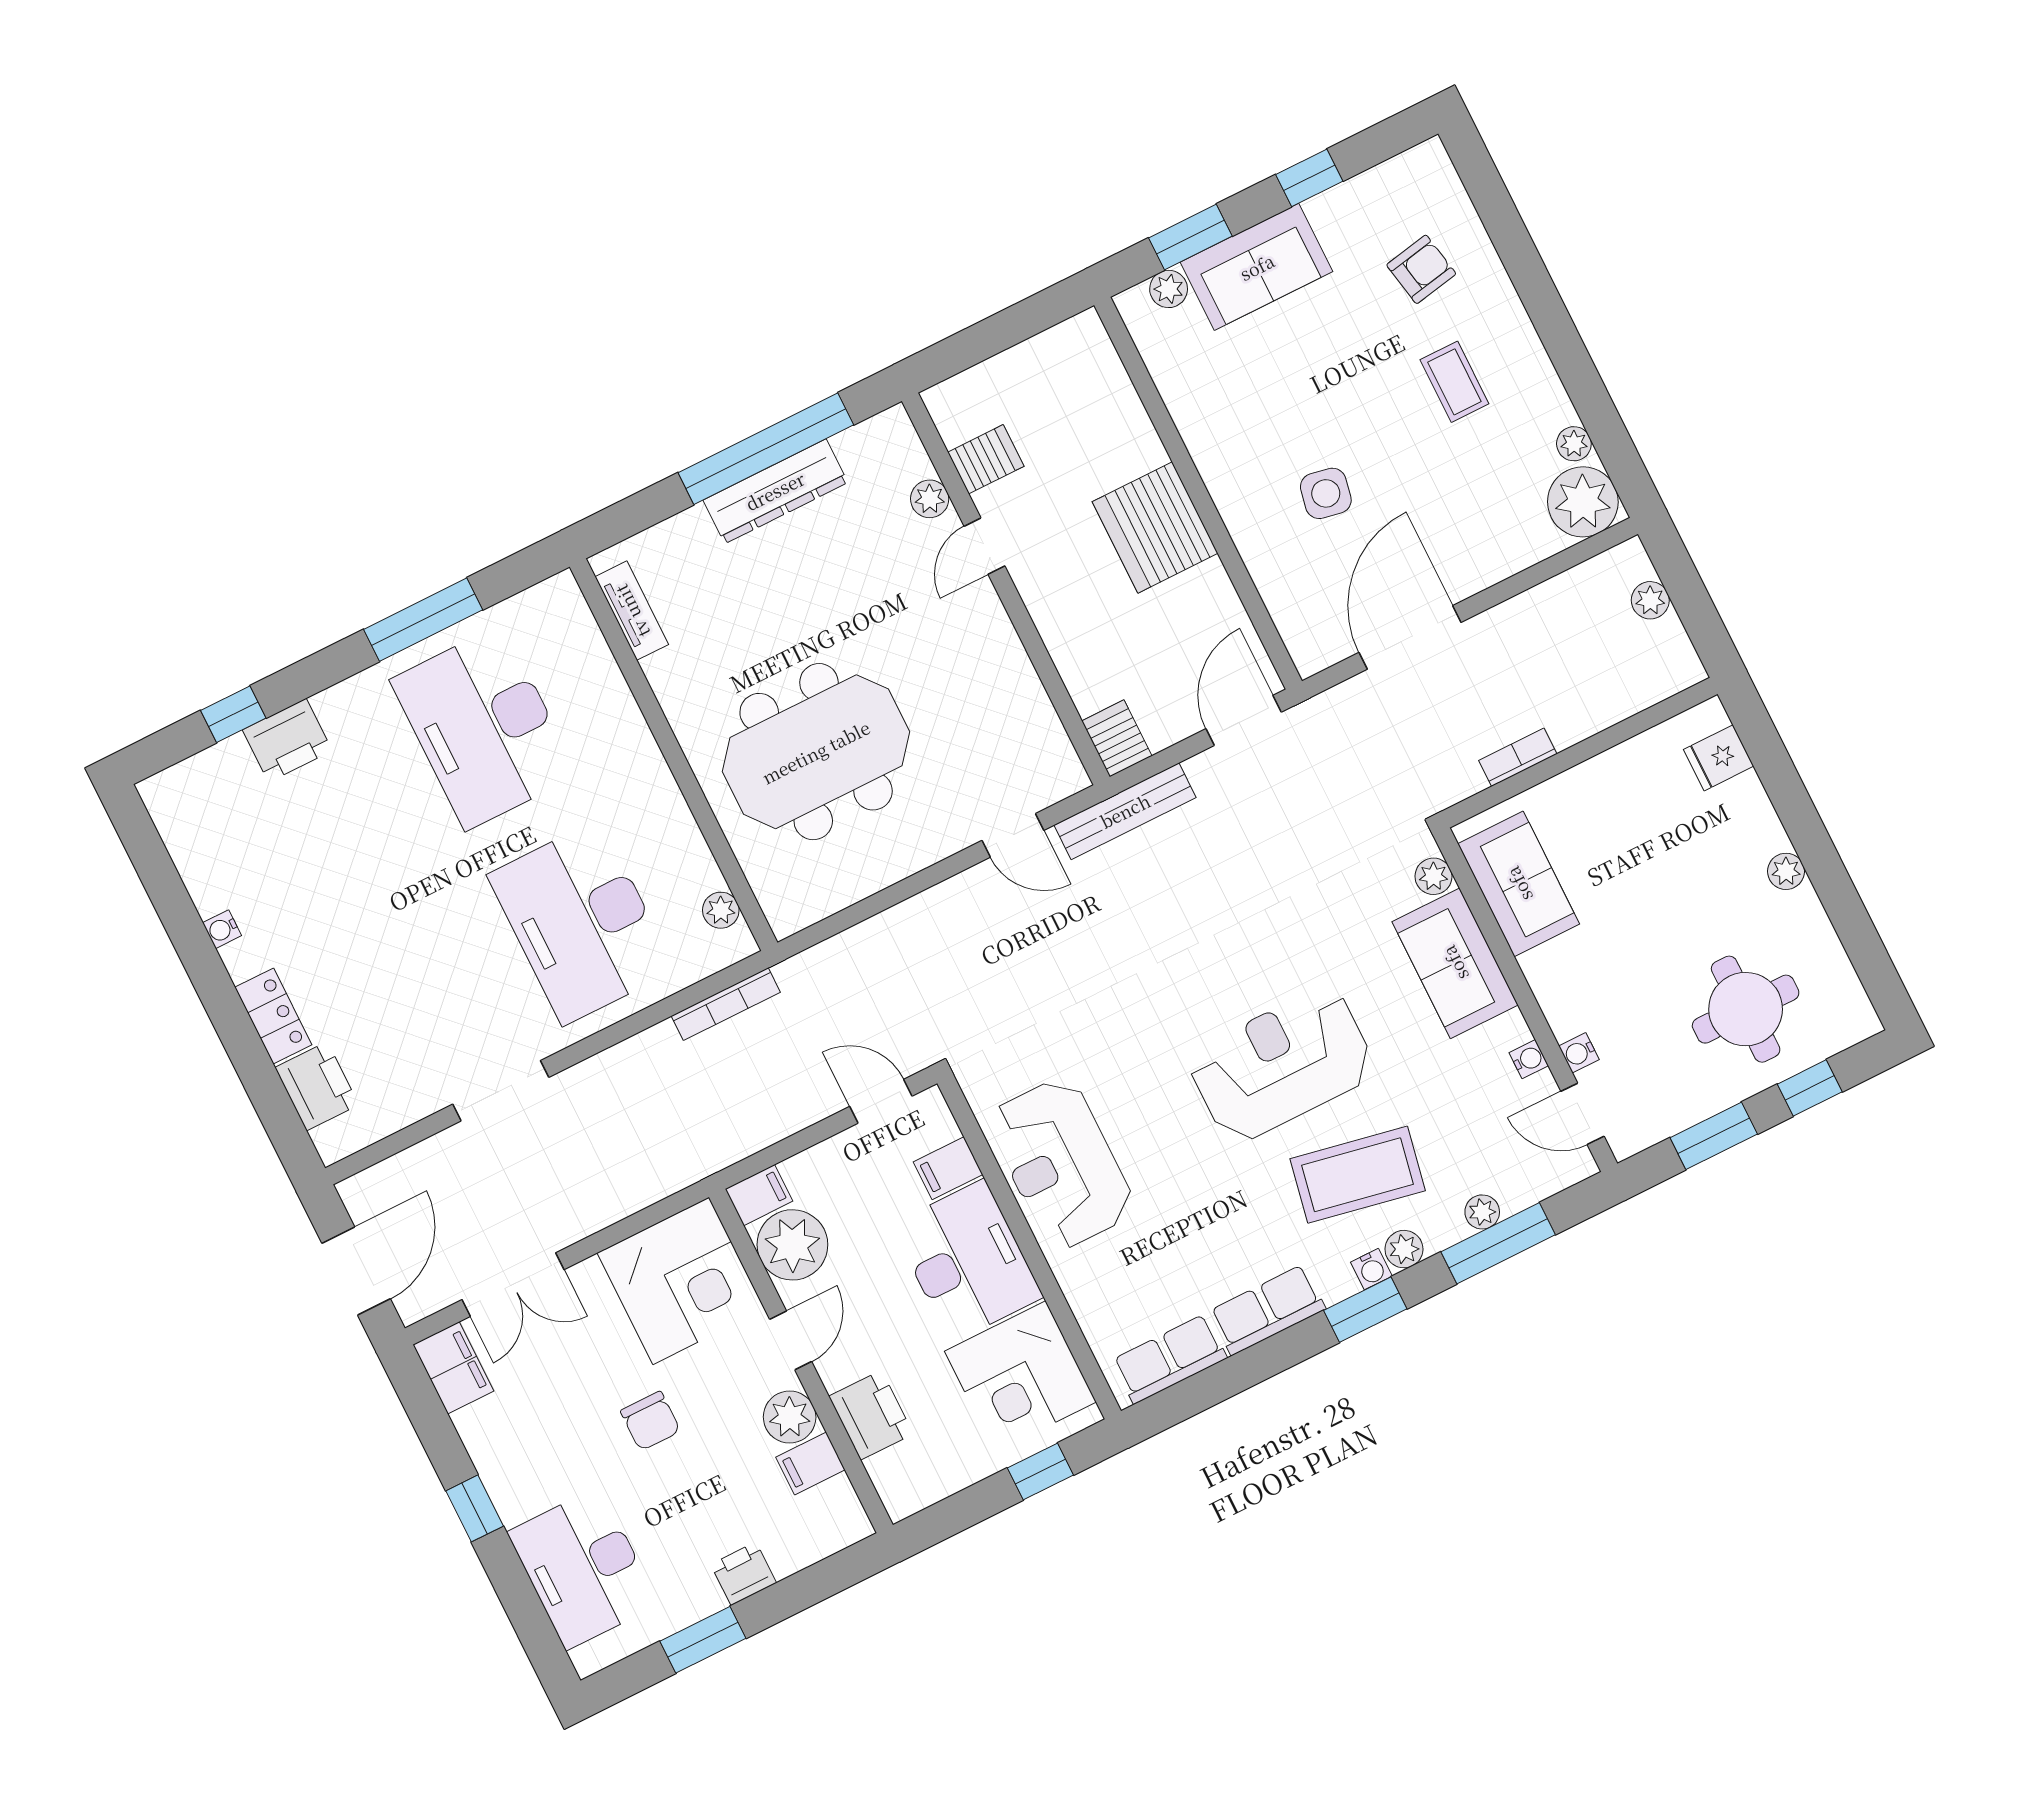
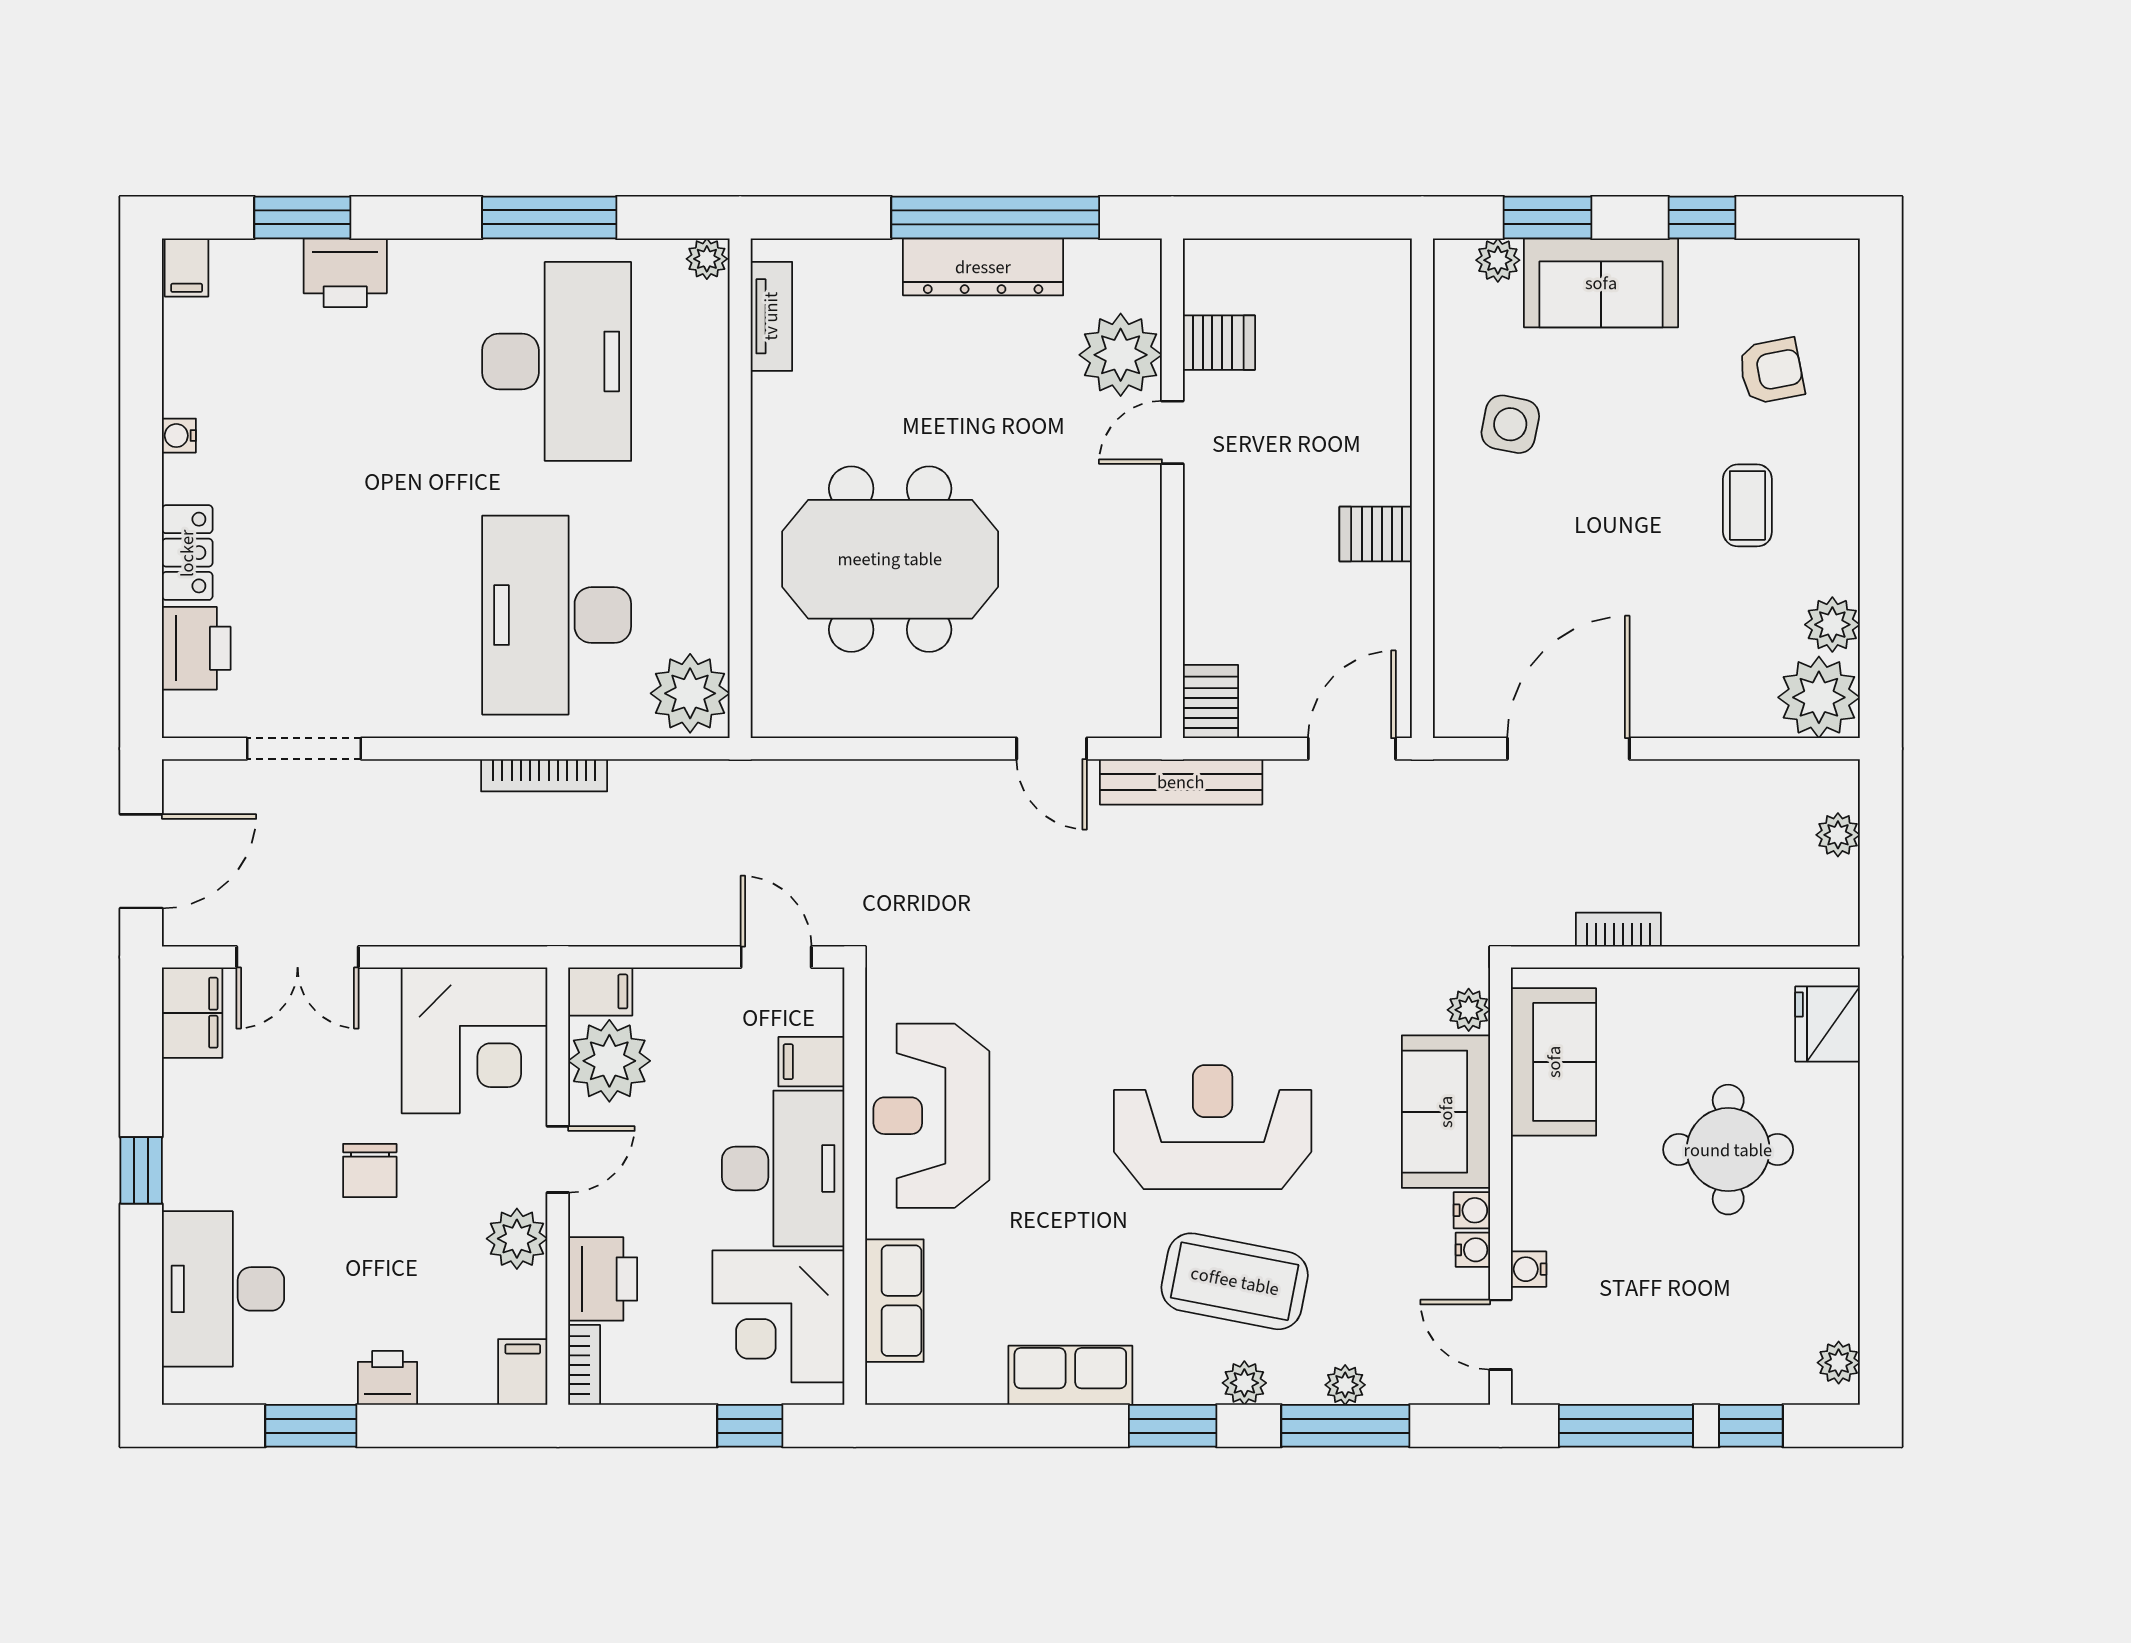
plant: (1574, 444) -> (1832, 625), width x1.38, depth x1.38
side table: (1326, 493) -> (1510, 424), moved
plant: (930, 499) -> (1121, 355), width x1.88, depth x1.88
server rack: (1155, 528) -> (1376, 534), width x0.46, depth x0.70
plant: (560, 591) -> (707, 259), added
window: (233, 714) -> (302, 217), width x1.50
desk: (484, 727) -> (557, 361), turned 180
fridge: (1719, 758) -> (1828, 1024), width x1.38
filing cabinet: (163, 797) -> (187, 267), added
plant: (1786, 871) -> (1839, 1363), moved
plant: (721, 910) -> (690, 693), width x1.88, depth x1.88
bookcase: (726, 1004) -> (544, 775), moved
round table: (1746, 1009) -> (1728, 1150), moved
doorway: (501, 1091) -> (304, 749), moved
window: (1714, 1136) -> (1626, 1426), width x1.44
water cooler: (1371, 1269) -> (1472, 1210), moved, turned -90
row of seats: (1170, 1359) -> (894, 1301), moved, turned 90
filing cabinet: (810, 1464) -> (523, 1372), moved, turned 90
bookcase: (890, 1488) -> (584, 1365), added

